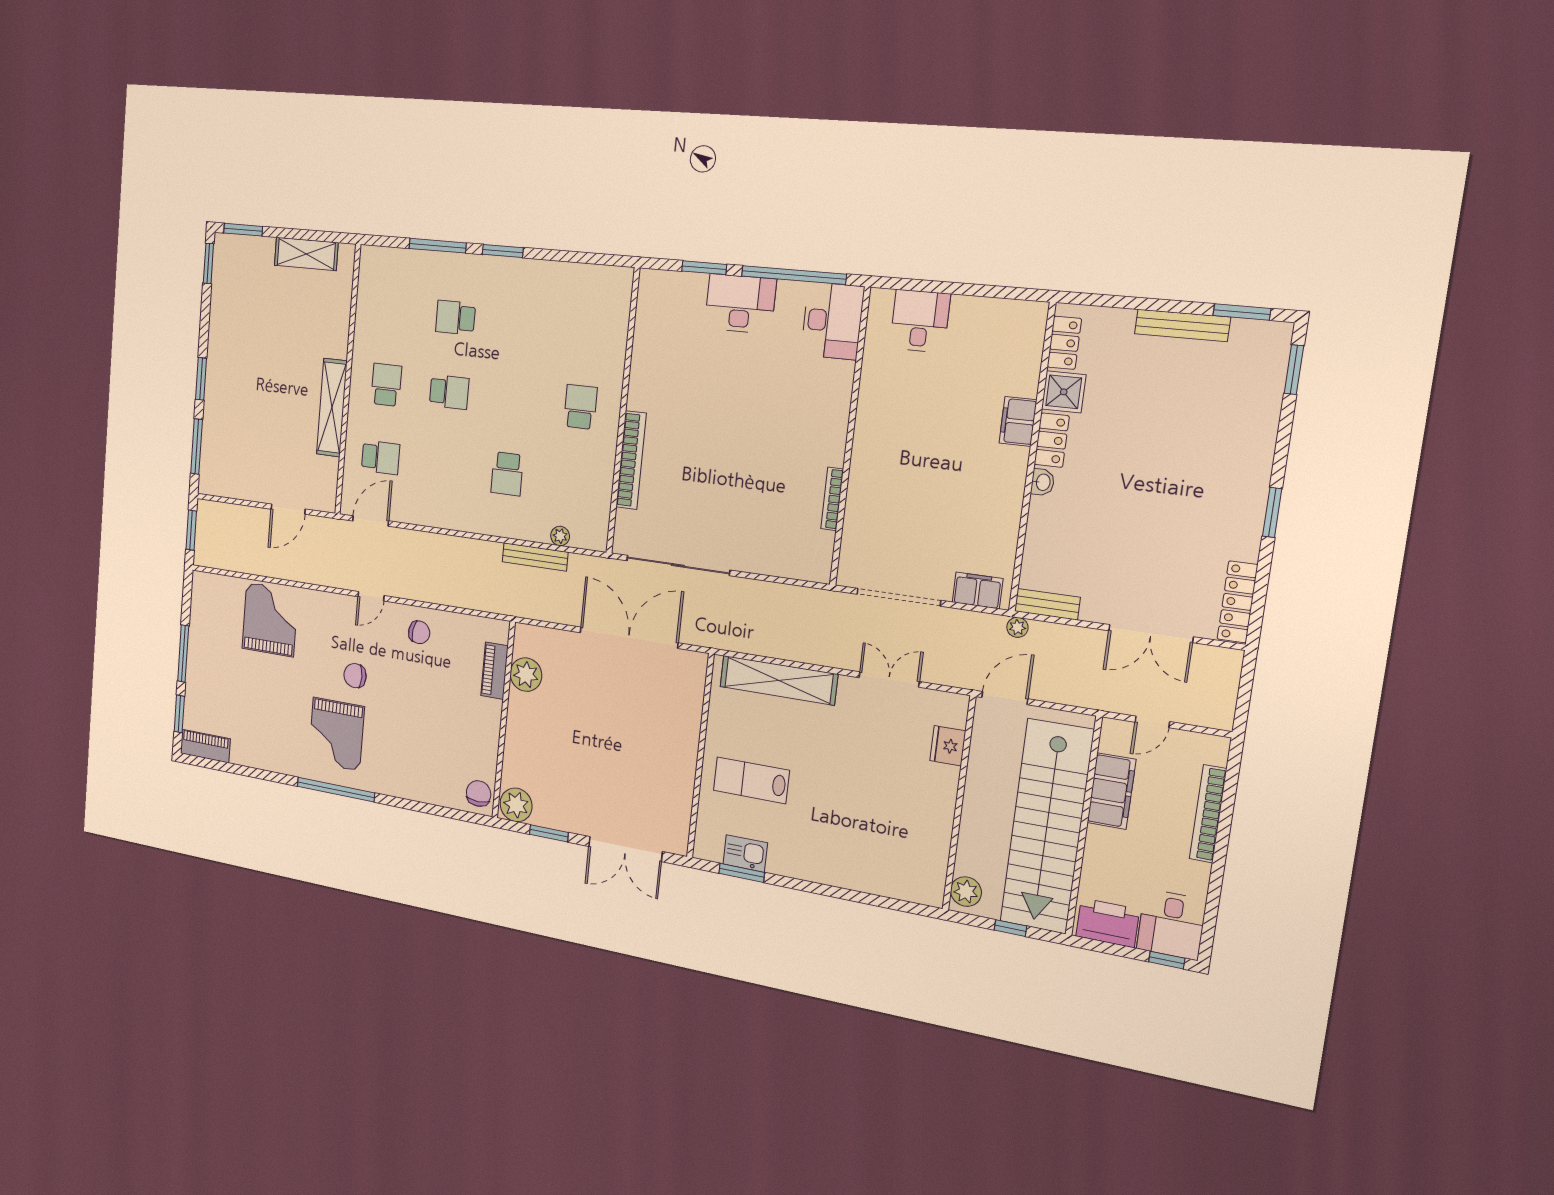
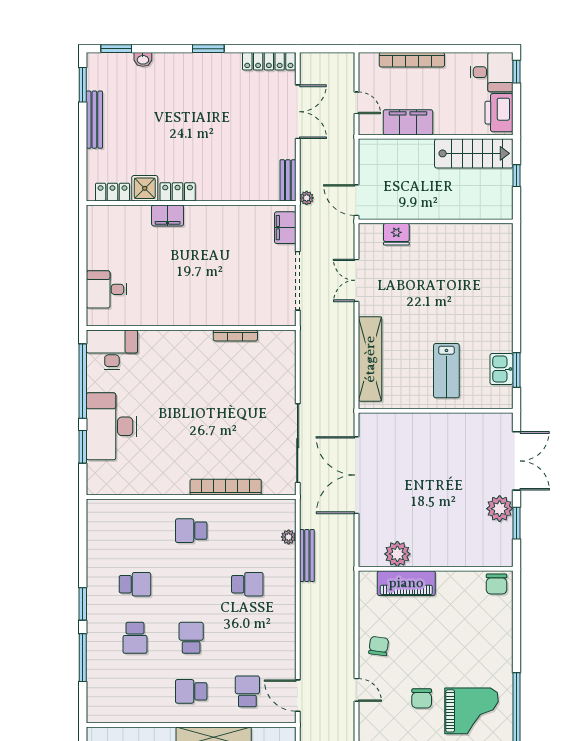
desk: (740, 304) -> (112, 426), width x1.36, depth x1.30
school desk: (521, 324) -> (135, 584), added
washbasin: (1043, 482) -> (143, 59), moved, turned 180
piano: (494, 671) -> (406, 583), width x1.37, depth x1.33
chair: (479, 794) -> (496, 584), turned -90
plant: (516, 805) -> (500, 509), moved
stairs: (1047, 826) -> (474, 153), width x0.54, depth x0.66
plant: (966, 892) -> (497, 209), removed

